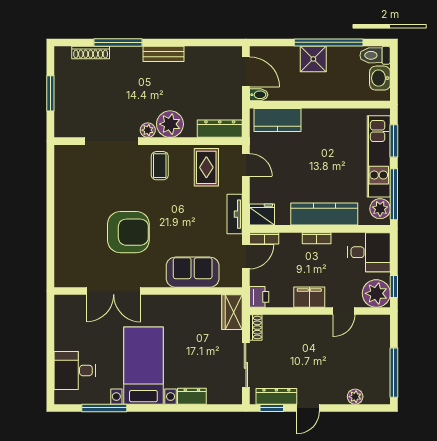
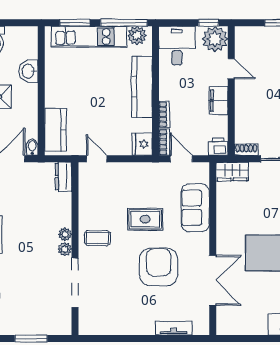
washbasin: (380, 78) -> (29, 71), moved, turned 90
plant: (170, 124) -> (65, 234), width x0.53, depth x0.53
dresser: (220, 129) -> (63, 177), width x0.70
door: (246, 165) -> (97, 159), hinge flipped
rug: (206, 167) -> (145, 219), moved
tv unit: (235, 214) -> (174, 328), moved, turned 180
bookcase: (317, 238) -> (164, 114), moved

